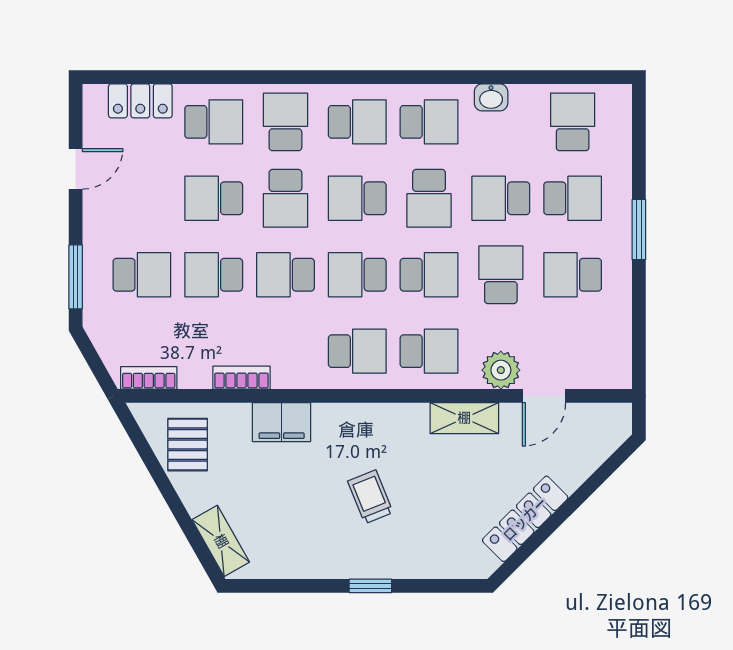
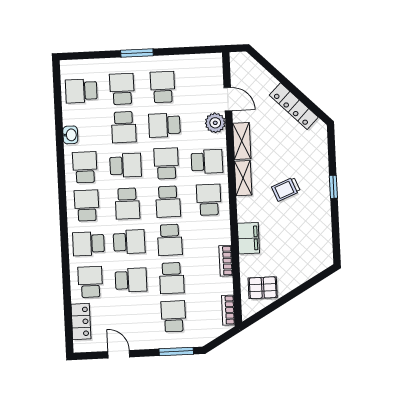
school desk: (214, 198) -> (131, 280), turned -90
school desk: (573, 275) -> (163, 87), turned 180
school desk: (429, 351) -> (207, 162), turned 90
shelving: (221, 541) -> (243, 178), moved, turned -60

